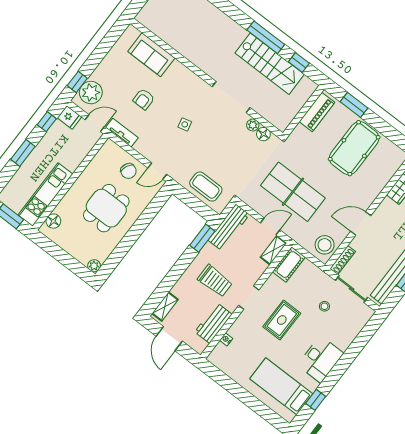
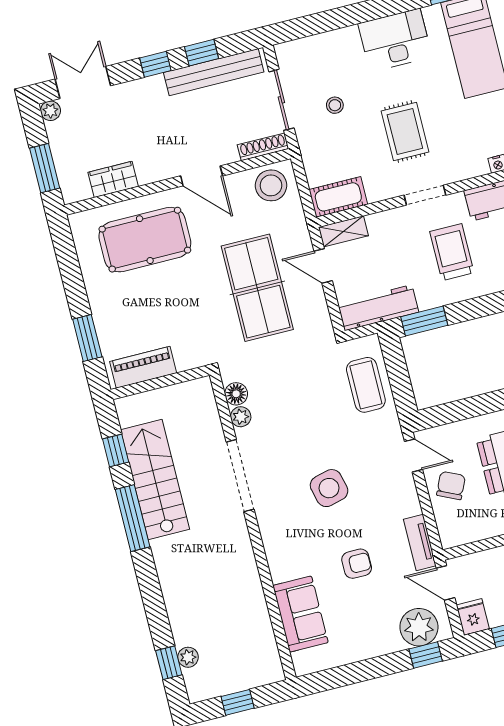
side table: (185, 124) -> (329, 488), width x1.87, depth x1.87
pool table: (354, 148) -> (145, 240), moved
rug: (282, 320) -> (405, 131), turned 90

